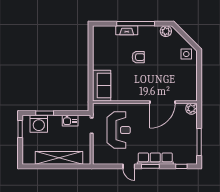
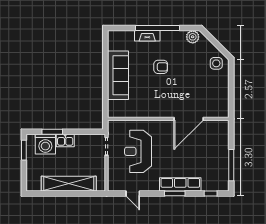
sofa: (102, 86) -> (118, 75), moved, width x1.36
plant: (191, 109) -> (222, 127), removed
kitchen sink: (70, 121) -> (65, 140), moved
reception desk: (119, 130) -> (138, 151), turned 180
door: (129, 166) -> (133, 193), moved

